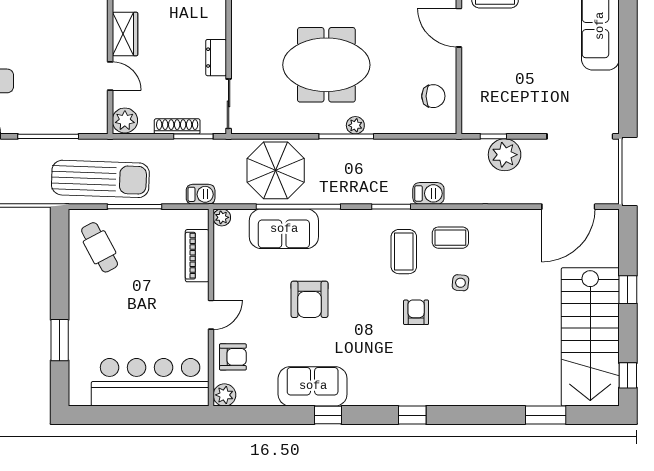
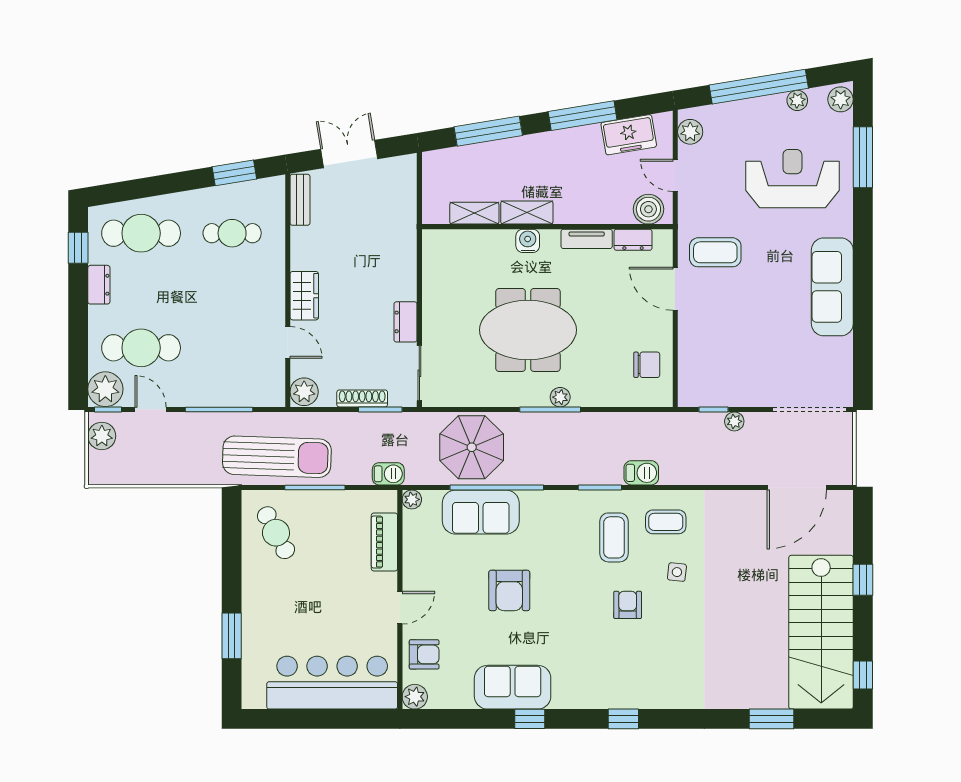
plant: (505, 155) -> (734, 421), width x0.53, depth x0.53

